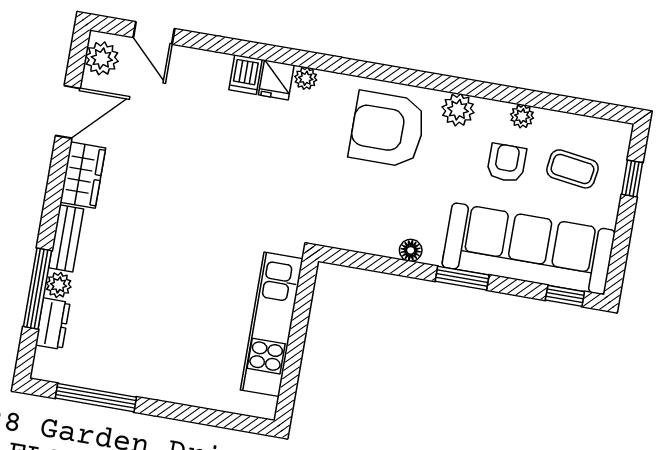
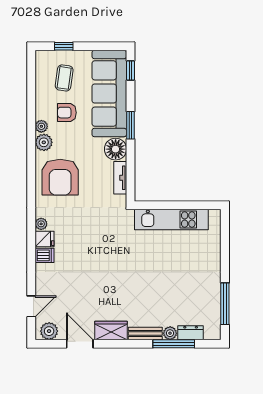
plant: (522, 116) -> (41, 126), moved
tv unit: (367, 242) -> (120, 178), added
floor lamp: (411, 250) -> (116, 149), width x1.89, depth x1.89

